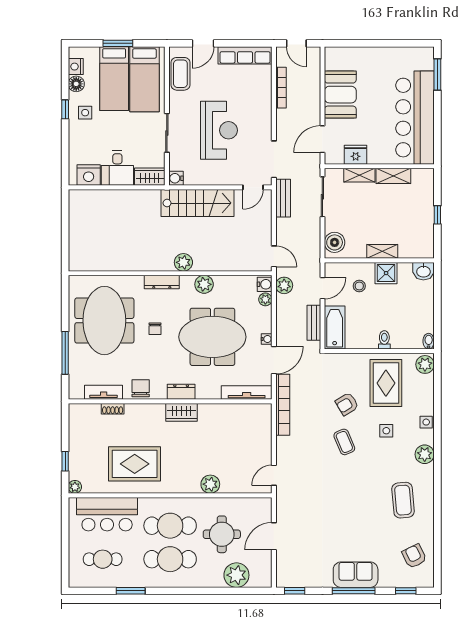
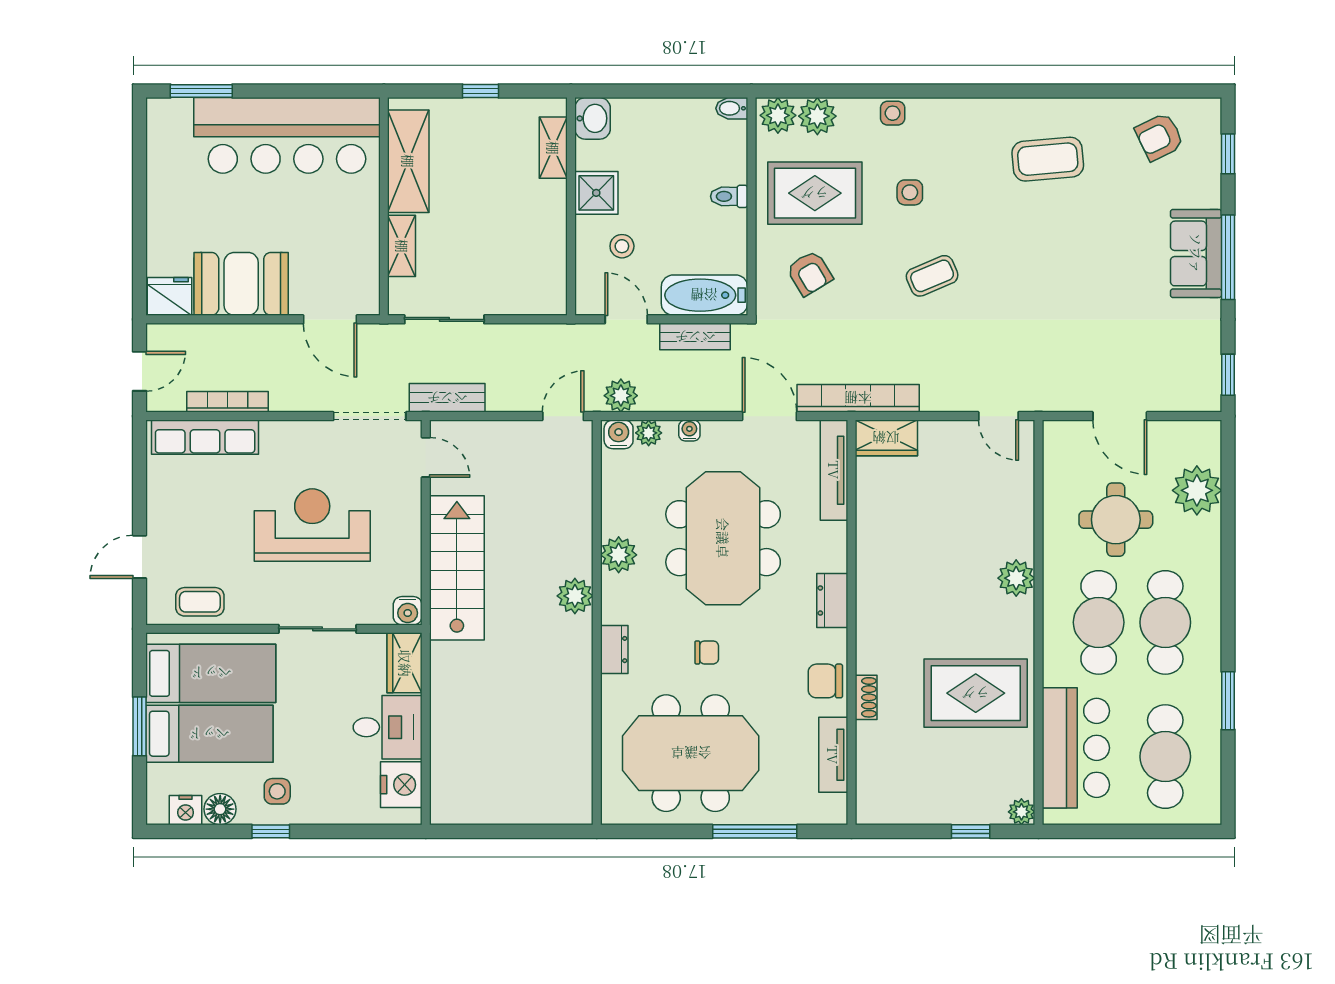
door: (203, 43) -> (139, 557), swing flipped
row of seats: (245, 55) -> (205, 437), moved, turned 90
coffee table: (180, 74) -> (200, 602), width x0.73, depth x0.77
fridge: (356, 155) -> (169, 296), moved, turned 90
shelving: (393, 176) -> (408, 161), width x1.50, depth x1.33
boiler: (335, 242) -> (535, 295), removed
shelving: (382, 251) -> (553, 148), moved
dresser: (162, 282) -> (614, 650), width x0.70
water cooler: (267, 339) -> (689, 430), moved
armchair: (347, 404) -> (810, 273), moved
shoe rack: (113, 409) -> (866, 697), moved
wardrobe: (182, 412) -> (886, 438), moved, turned 90
plant: (425, 454) -> (817, 116), moved
rug: (135, 464) -> (976, 693), turned 90
plant: (210, 484) -> (1016, 578), moved
cafe table: (103, 559) -> (1165, 757), width x1.37, depth x1.35

